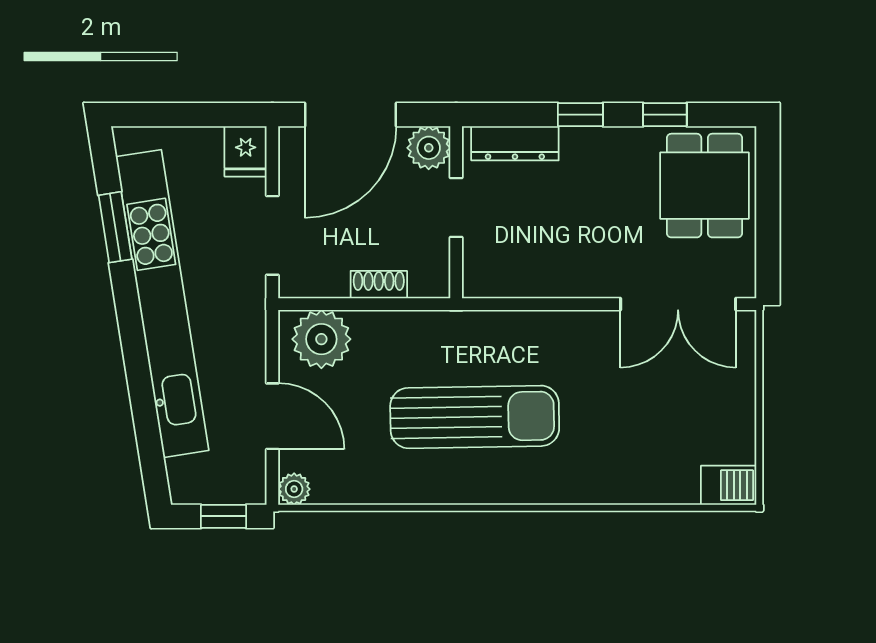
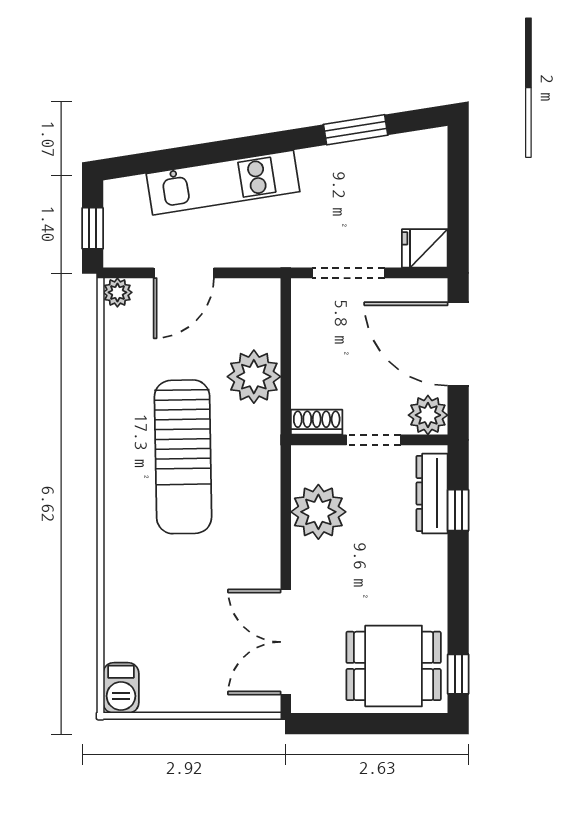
window: (580, 115) -> (458, 510), moved
window: (665, 115) -> (458, 674), moved
plant: (535, 268) -> (318, 512), added
shoe rack: (379, 285) -> (317, 422), moved, turned -90
kitchen unit: (162, 304) -> (223, 183), width x0.54
plant: (321, 339) -> (254, 377), moved

